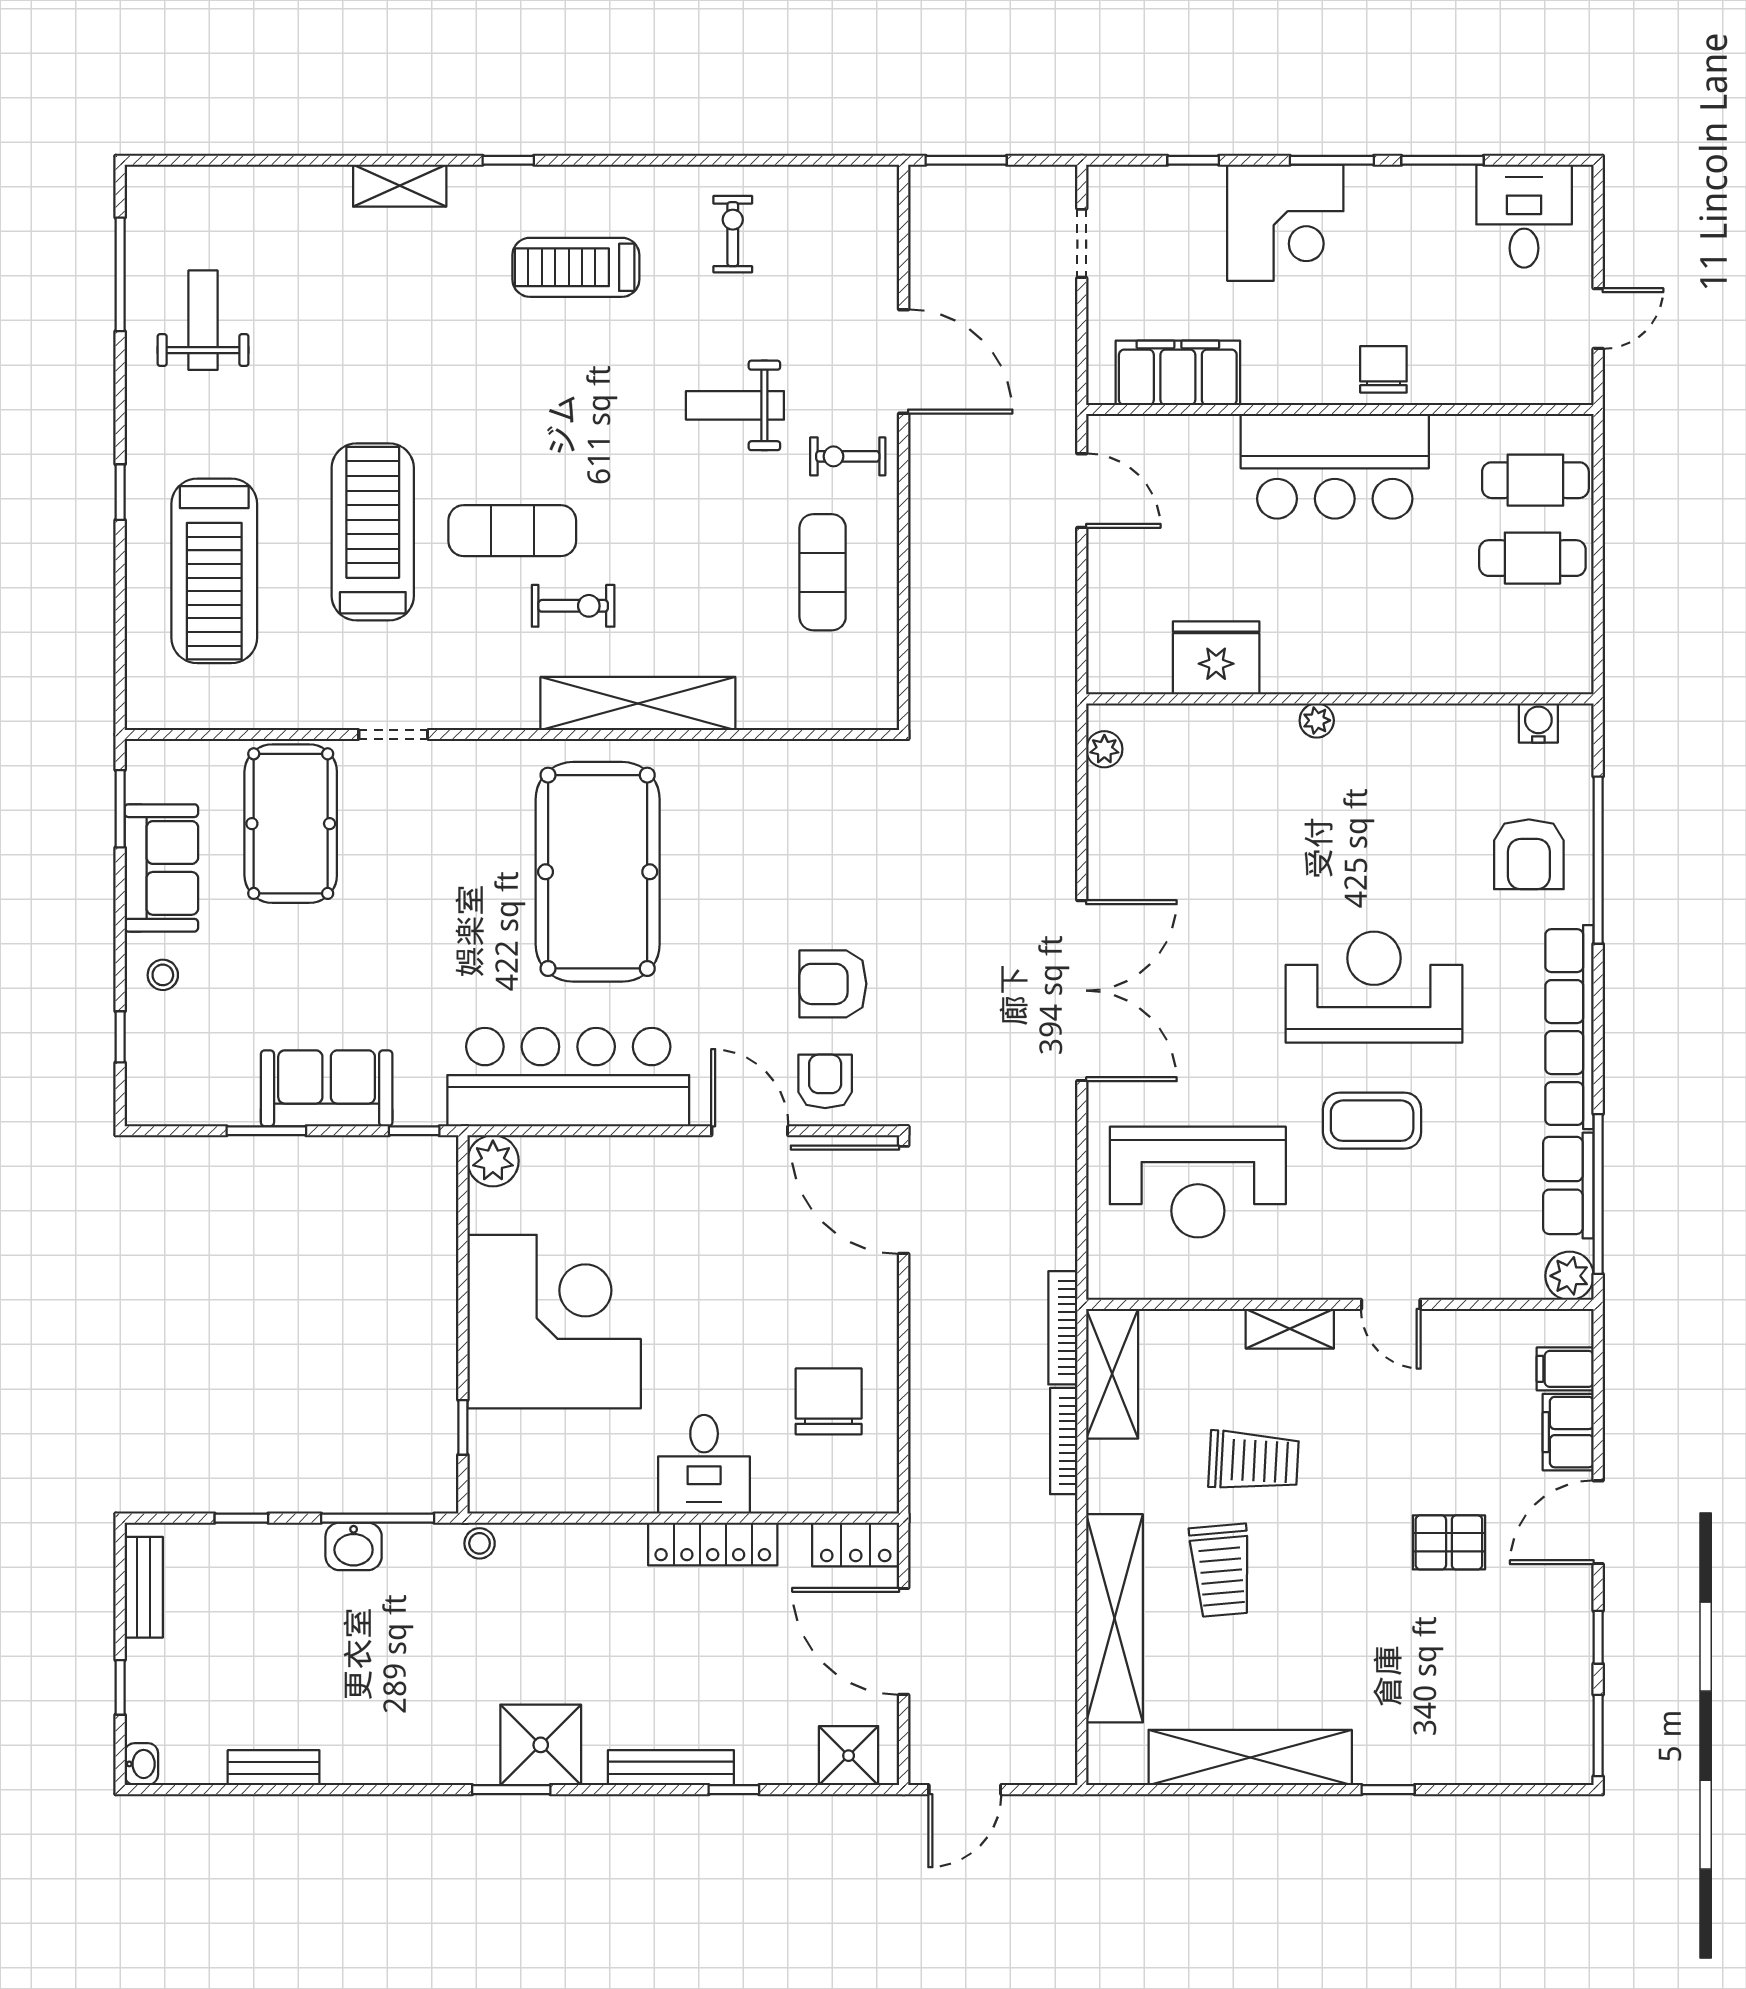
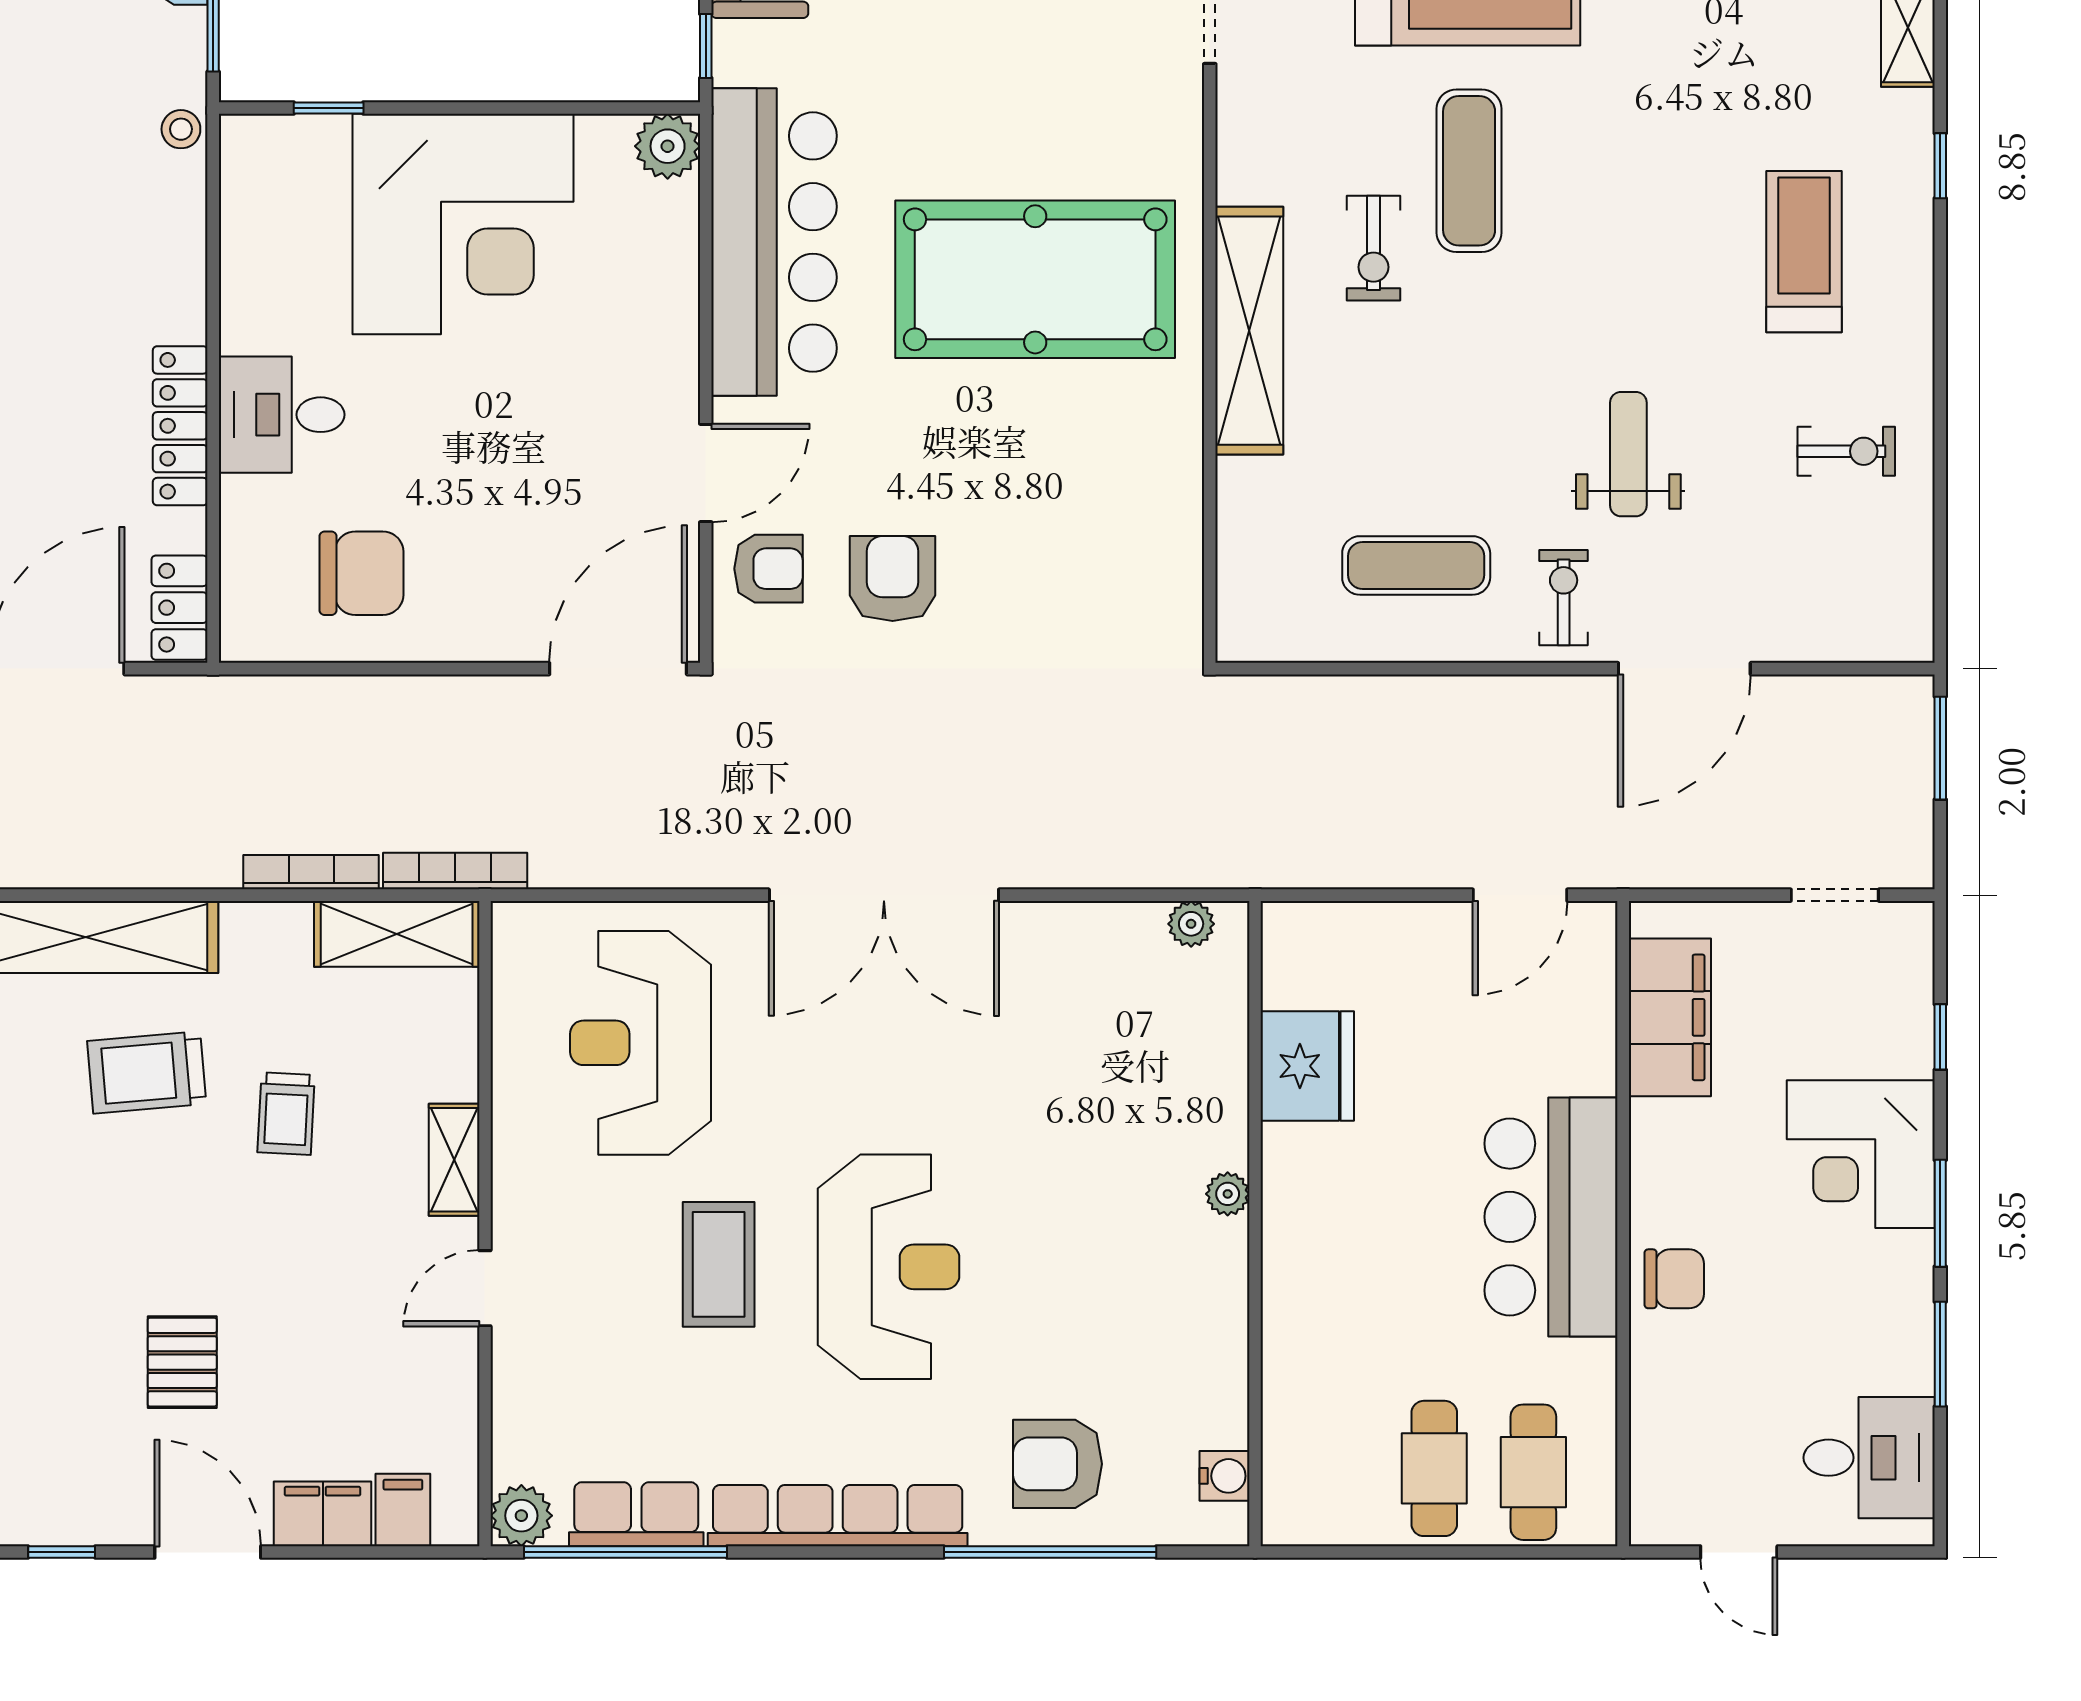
trolley: (1254, 1461) -> (286, 1114), width x0.73, depth x0.72

